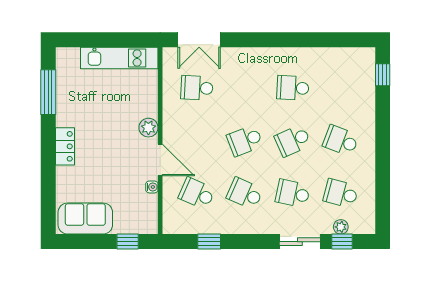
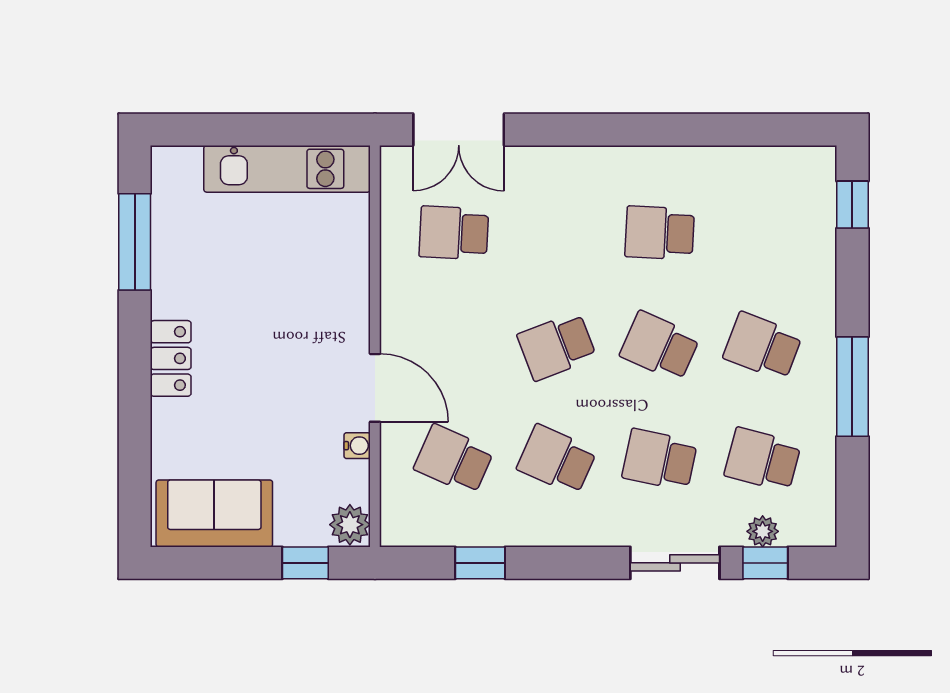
plant: (148, 128) -> (350, 525), moved
school desk: (293, 141) -> (660, 346), turned 48
window: (383, 159) -> (852, 387), added

